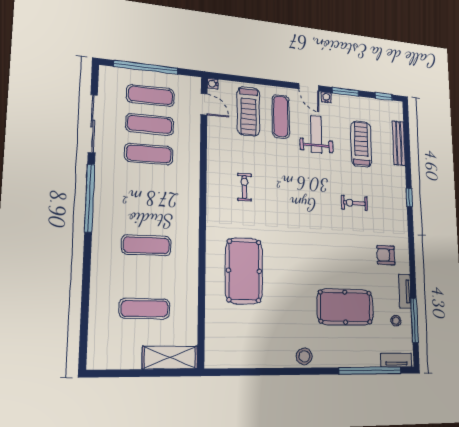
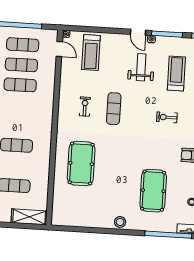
window: (345, 92) -> (167, 34), width x1.44
exercise mat: (281, 116) -> (114, 109), moved
pool table: (345, 307) -> (153, 191), turned 90

